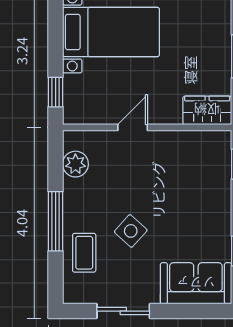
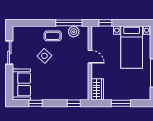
window: (56, 221) -> (69, 23), moved
coffee table: (84, 253) -> (53, 36), moved

